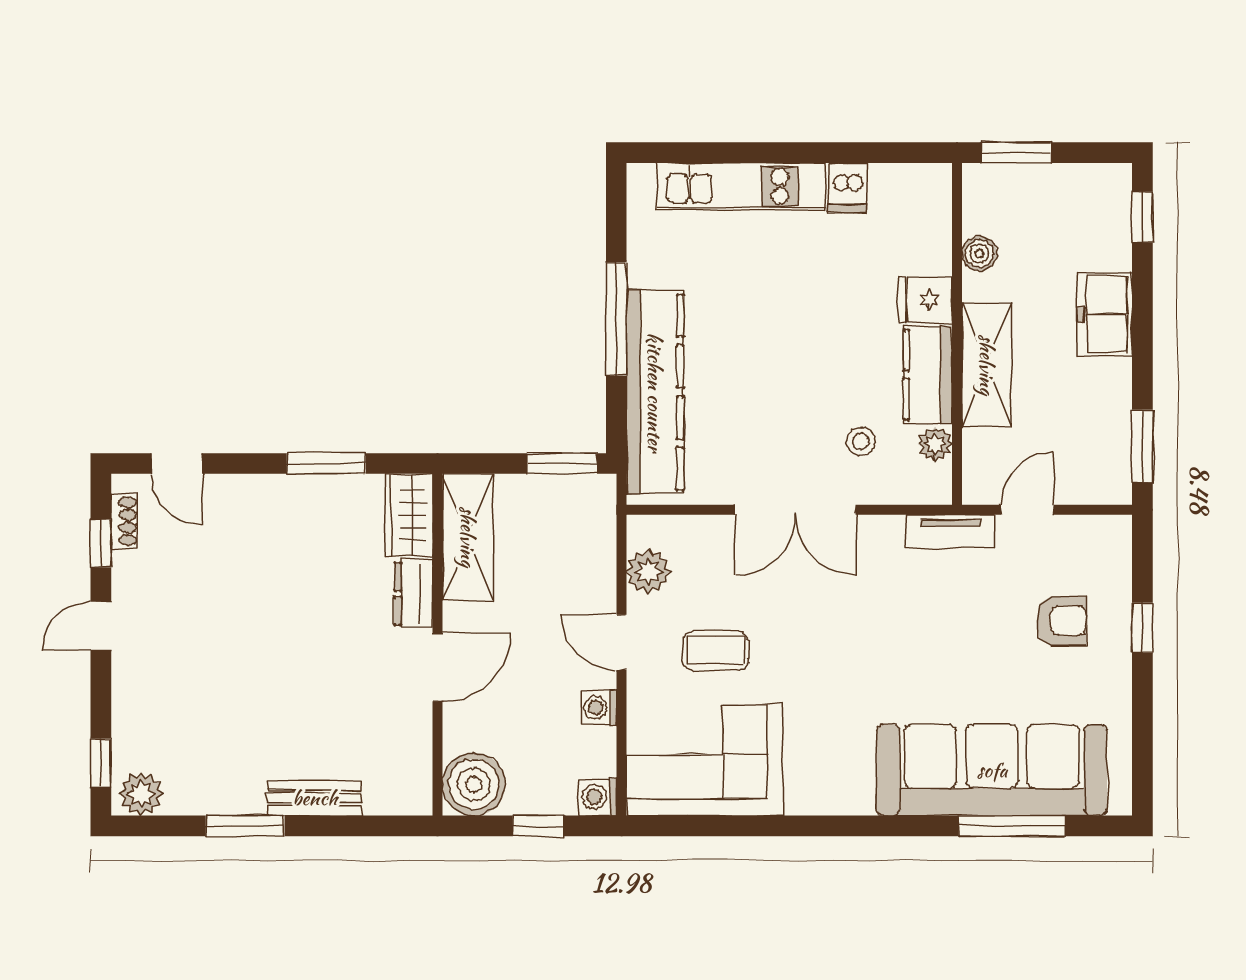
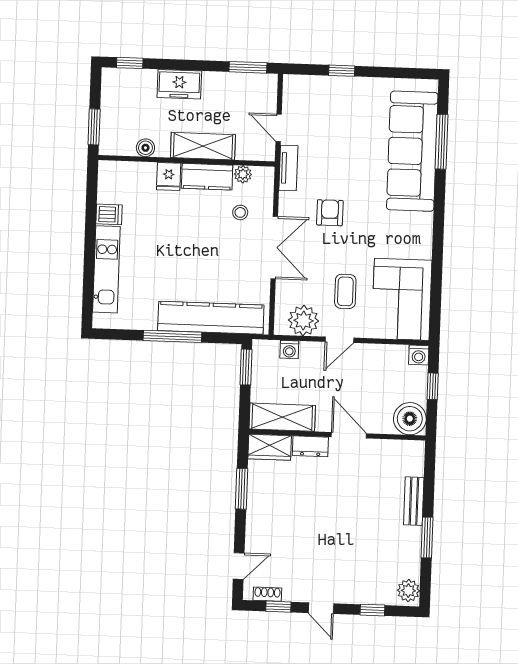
plant: (648, 571) -> (303, 321), width x1.36, depth x1.36
armchair: (1061, 621) -> (330, 213), moved
washing machine: (599, 708) -> (289, 350), moved
window: (101, 763) -> (372, 610), moved

